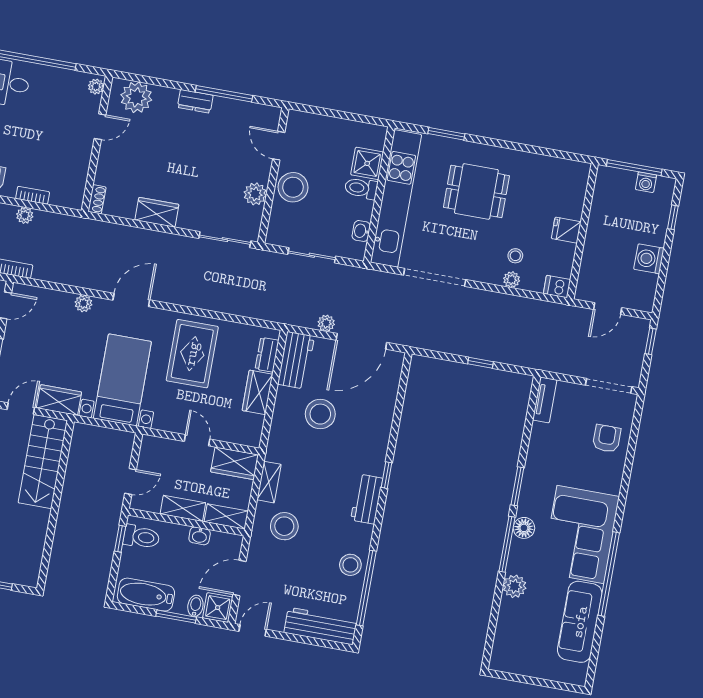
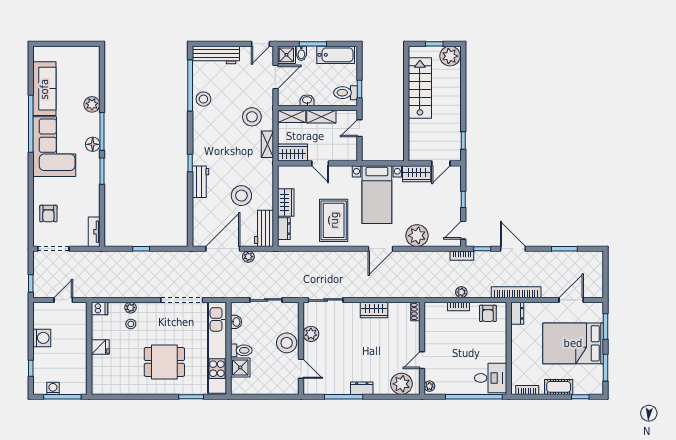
plant: (83, 303) -> (417, 236), width x1.88, depth x1.88
stairs: (43, 462) -> (420, 88), moved
workbench: (367, 499) -> (200, 182), moved

